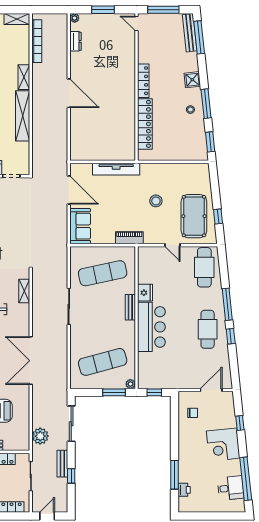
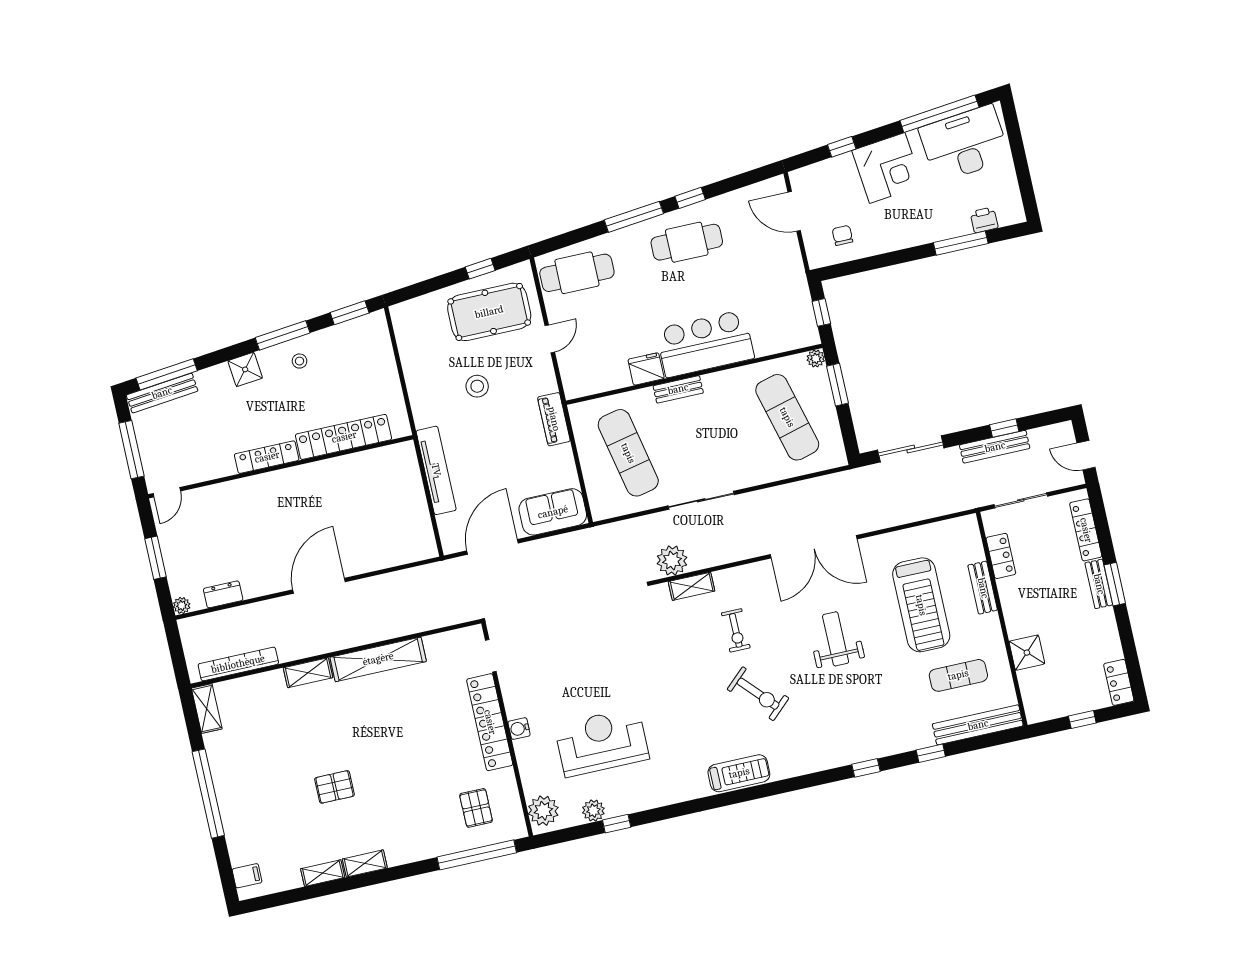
plant: (40, 436) -> (672, 561), moved
bench: (62, 464) -> (995, 447), width x1.36
desk: (231, 488) -> (964, 144), width x1.87, depth x1.30

